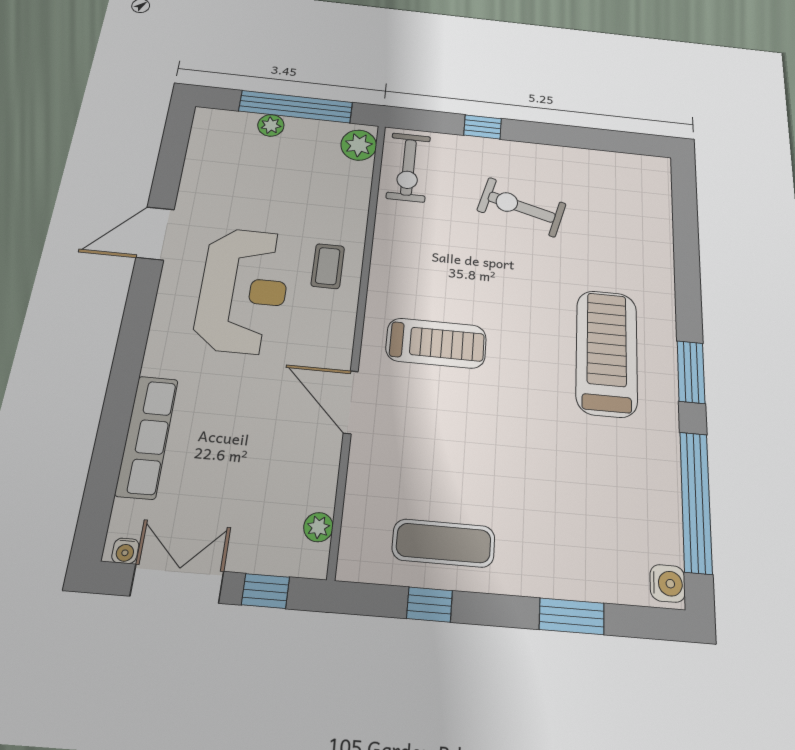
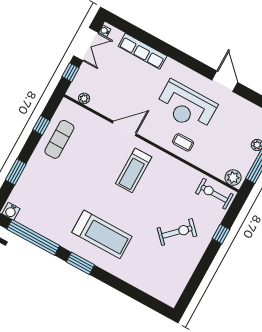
exercise bike: (522, 207) -> (177, 232), turned 31

